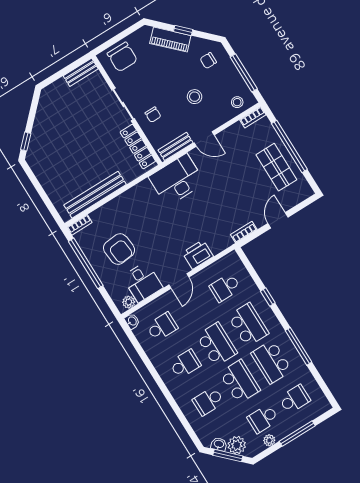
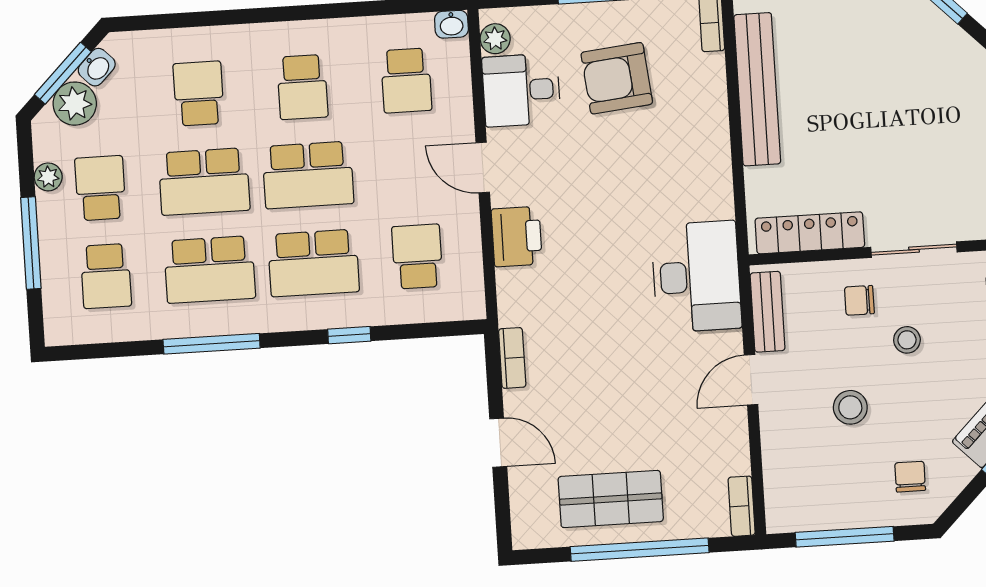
stool: (237, 102) -> (907, 340), moved
school desk: (271, 362) -> (210, 270), turned 180

